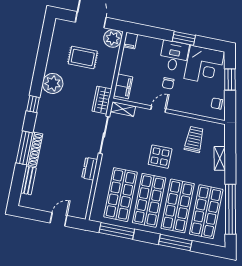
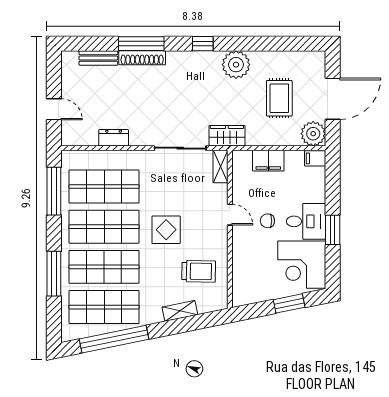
filing cabinet: (123, 86) -> (268, 161), moved
chair: (217, 104) -> (253, 292), removed
dresser: (90, 169) -> (114, 138), moved

